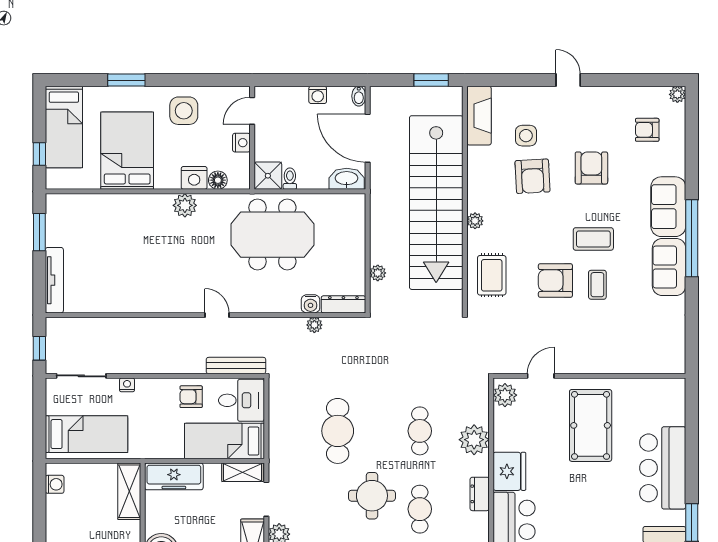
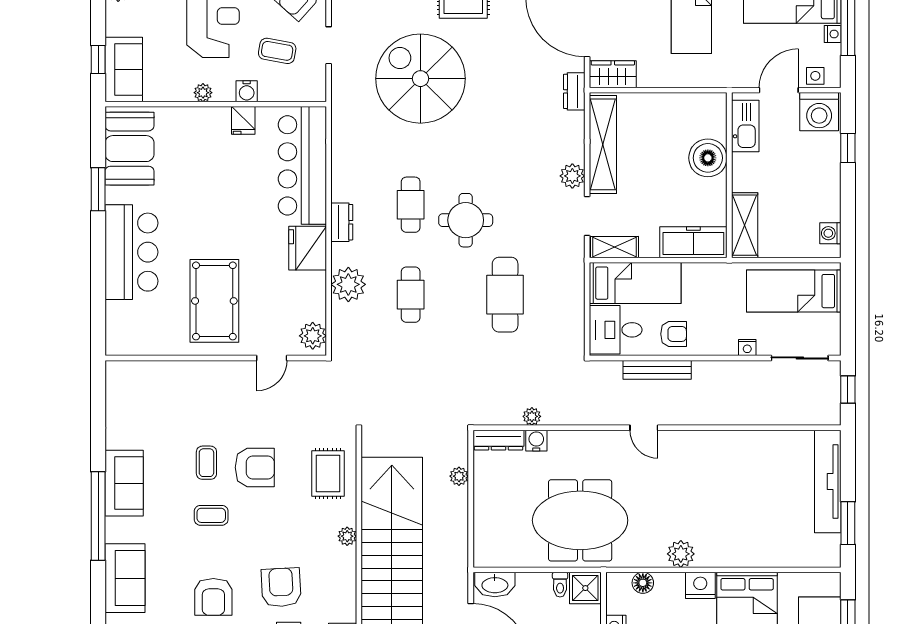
nightstand: (194, 178) -> (700, 585), moved
sofa: (668, 207) -> (125, 578), moved
coffee table: (593, 239) -> (211, 515), width x0.73, depth x0.77
tv unit: (54, 280) -> (828, 482), width x1.36, depth x1.29
bench: (236, 366) -> (657, 370), moved

